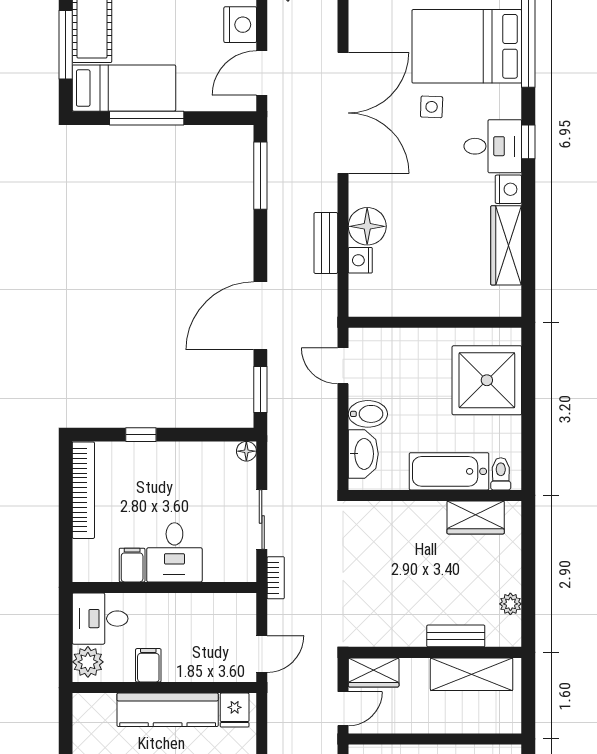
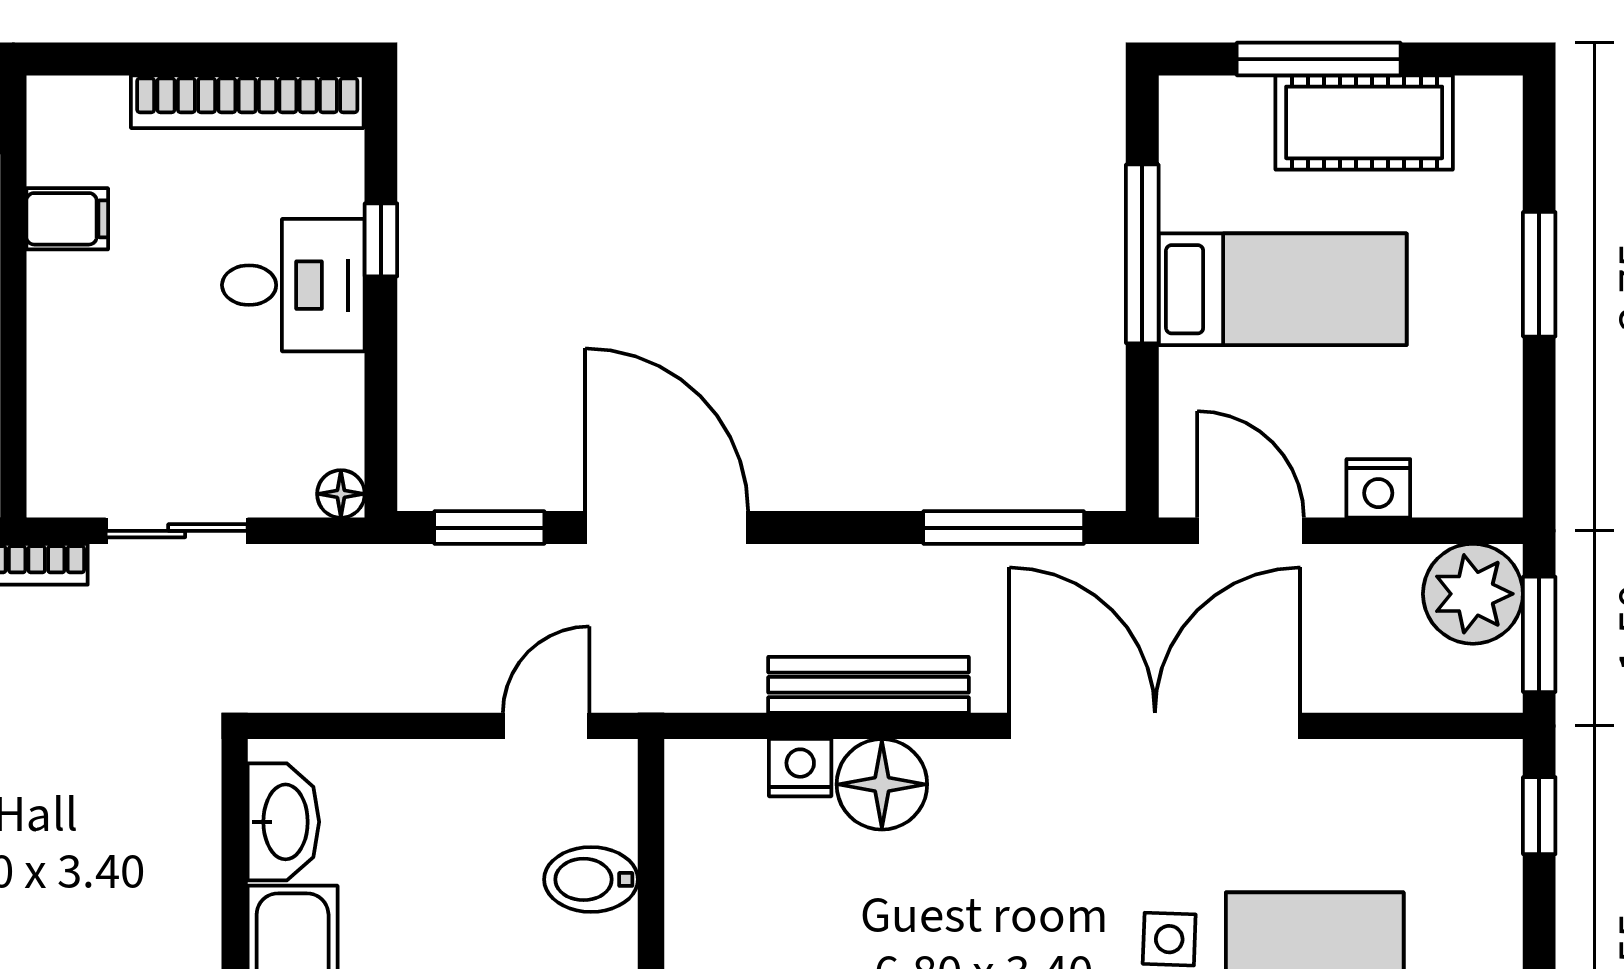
nightstand: (240, 25) -> (1378, 488), width x0.74, depth x0.75
bed: (124, 88) -> (1283, 289), moved, turned -90
double door: (343, 113) -> (1155, 726), swing flipped
bench: (326, 243) -> (868, 685), width x1.36
bidet: (368, 414) -> (591, 879), moved, turned 90
washbasin: (363, 454) -> (283, 822), moved, turned -90
desk: (174, 552) -> (293, 285), moved, turned 180

